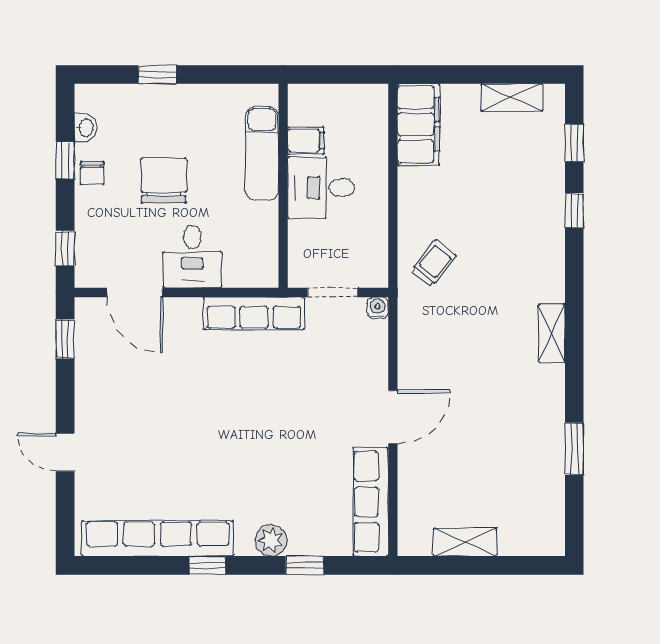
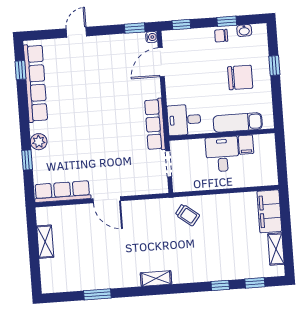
filing cabinet: (419, 124) -> (269, 211), moved, turned 90
chair: (164, 180) -> (240, 77), moved
desk: (192, 257) -> (184, 120), moved
water cooler: (378, 308) -> (151, 37), moved
window: (207, 565) -> (20, 70), moved

